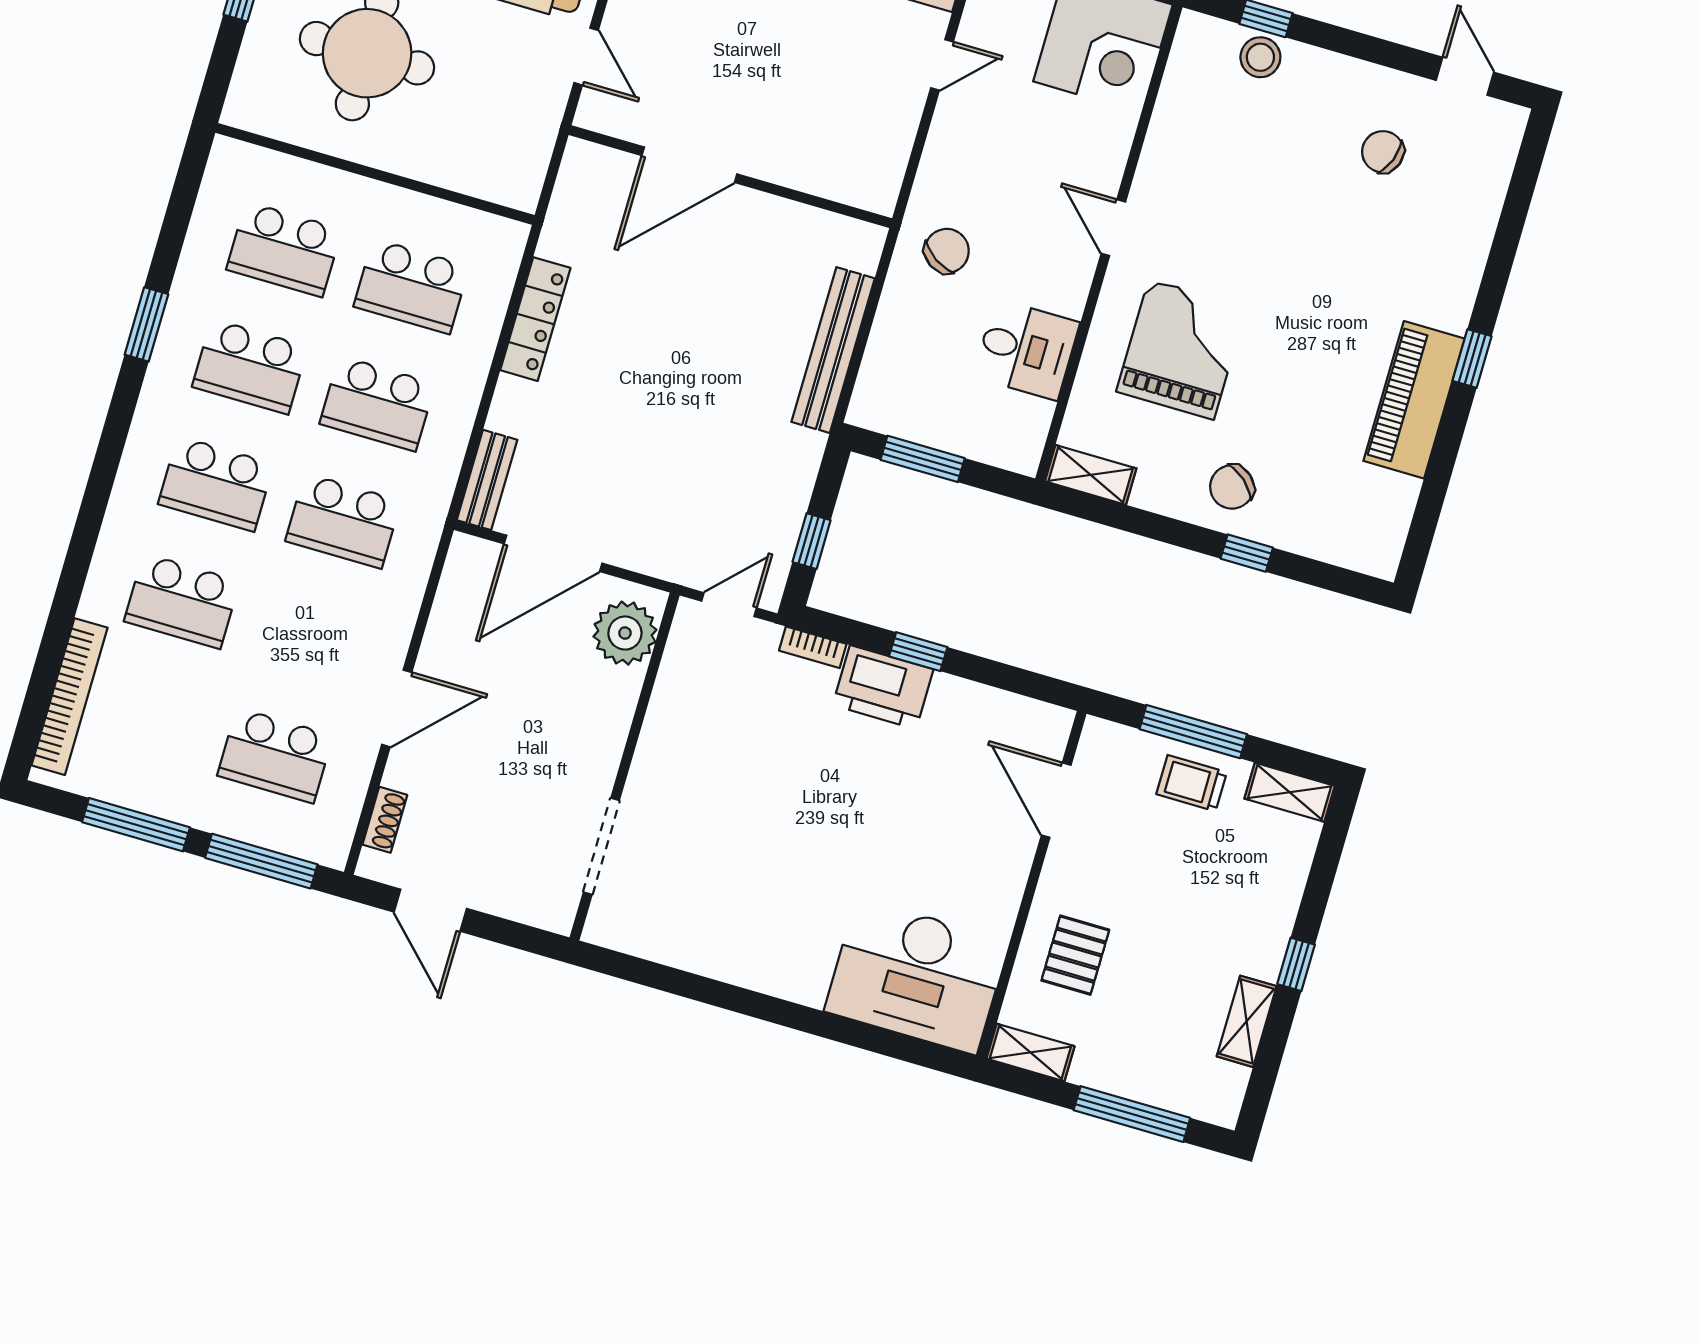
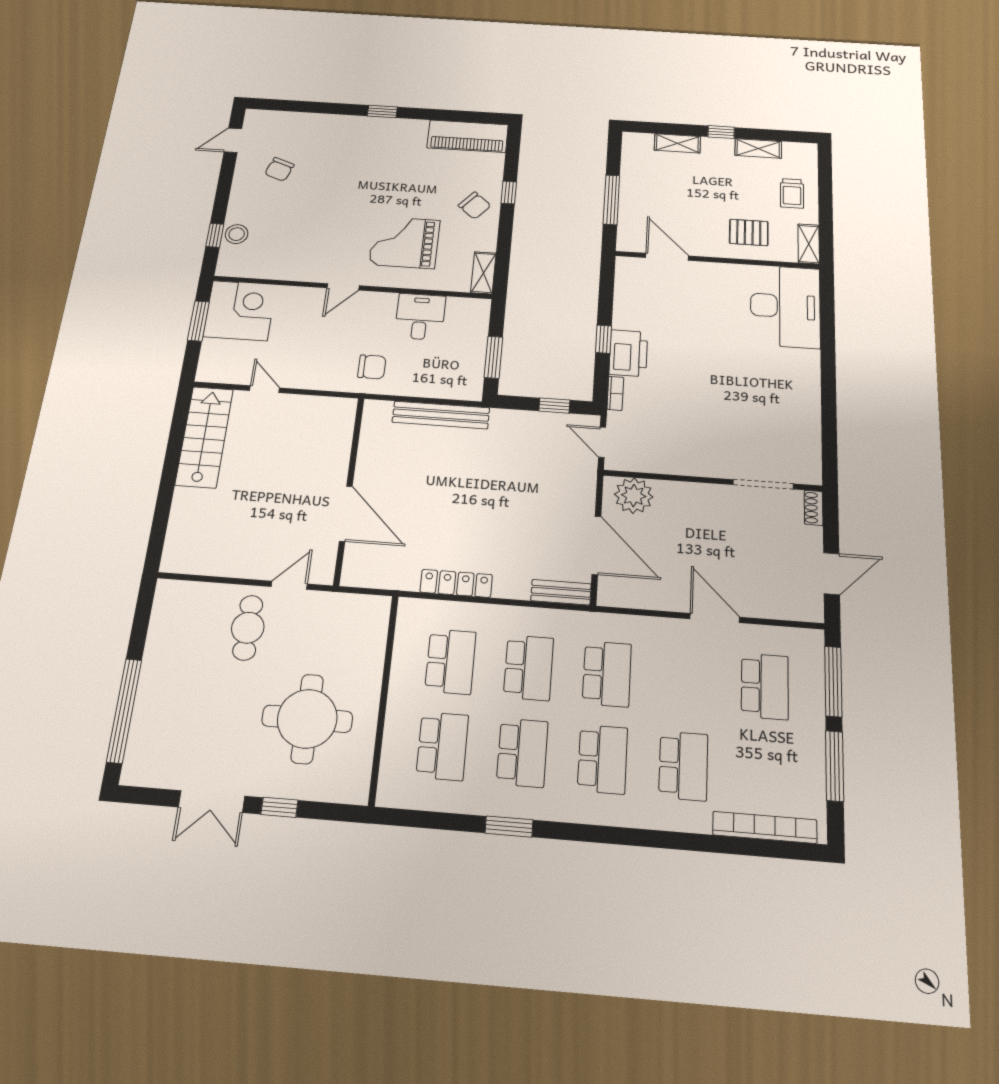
chair: (947, 251) -> (372, 367), turned 147
piano: (1414, 400) -> (468, 136), moved
trolley: (1192, 783) -> (792, 193), moved
shelving: (1290, 792) -> (677, 143), moved, turned 90
door: (1056, 800) -> (667, 257), swing flipped
shoe rack: (385, 820) -> (814, 508), moved, turned -90
window: (1132, 1114) -> (825, 191), removed

